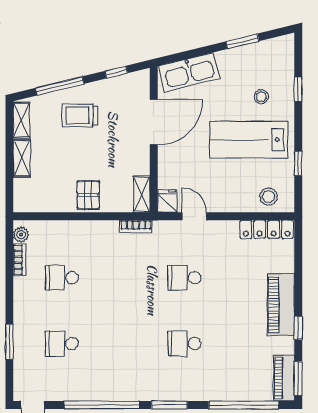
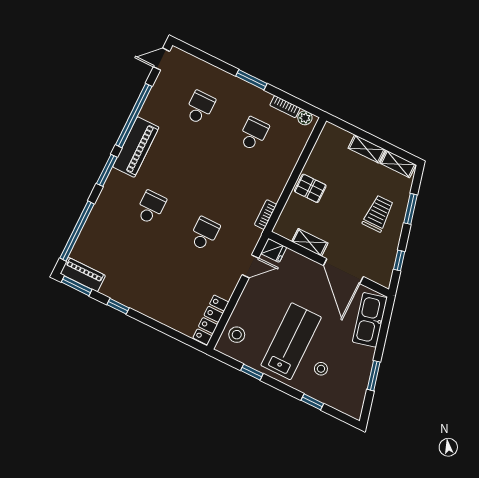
window: (60, 86) -> (411, 209), width x0.69
shelving: (142, 194) -> (310, 242), moved
piano: (281, 305) -> (136, 147), moved, turned 90
window: (9, 342) -> (251, 80), moved

